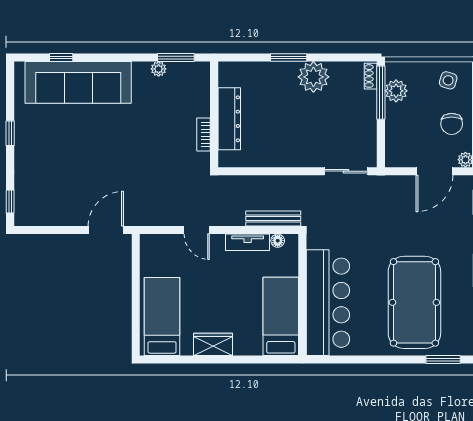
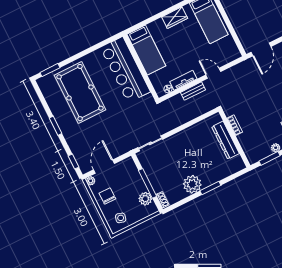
window: (381, 93) -> (147, 183), moved
bench: (273, 218) -> (193, 91), moved, width x0.73

